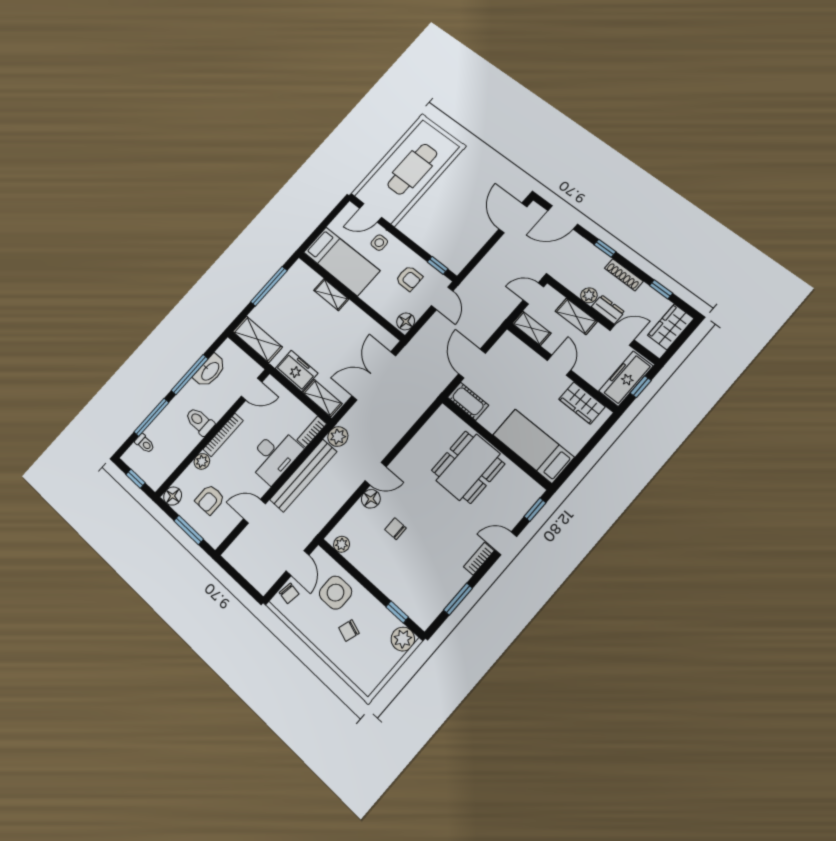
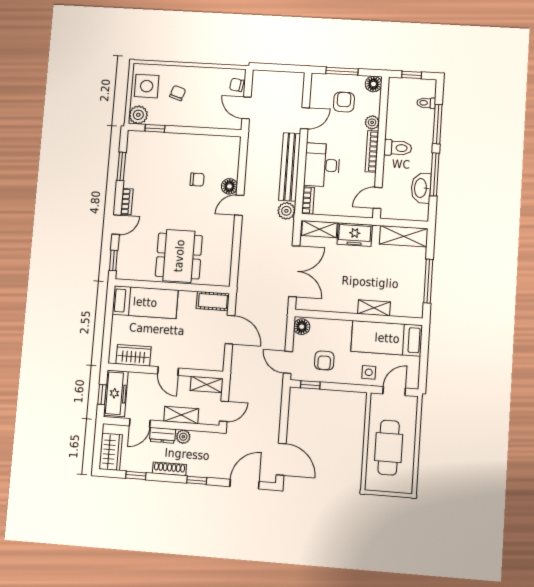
armchair: (409, 278) -> (324, 360), turned -90
plant: (342, 544) -> (226, 142), removed
side table: (336, 593) -> (147, 86), moved

